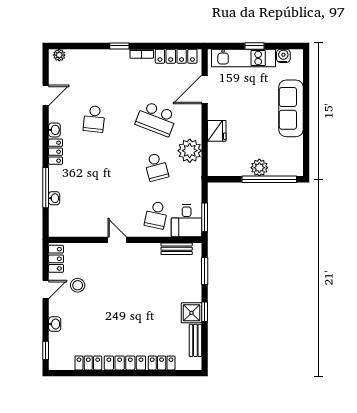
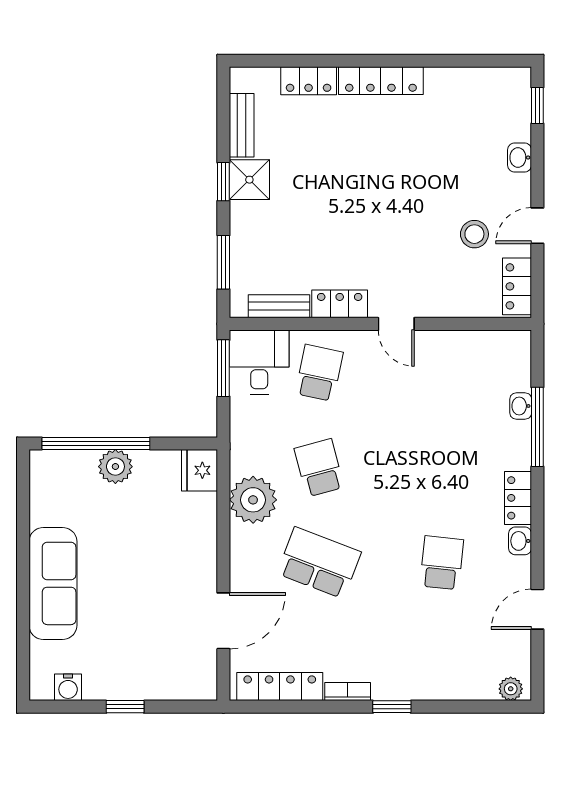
kitchen unit: (243, 58) -> (147, 683), removed
fridge: (217, 131) -> (200, 470), moved
locker: (88, 363) -> (340, 304), moved, turned 180

